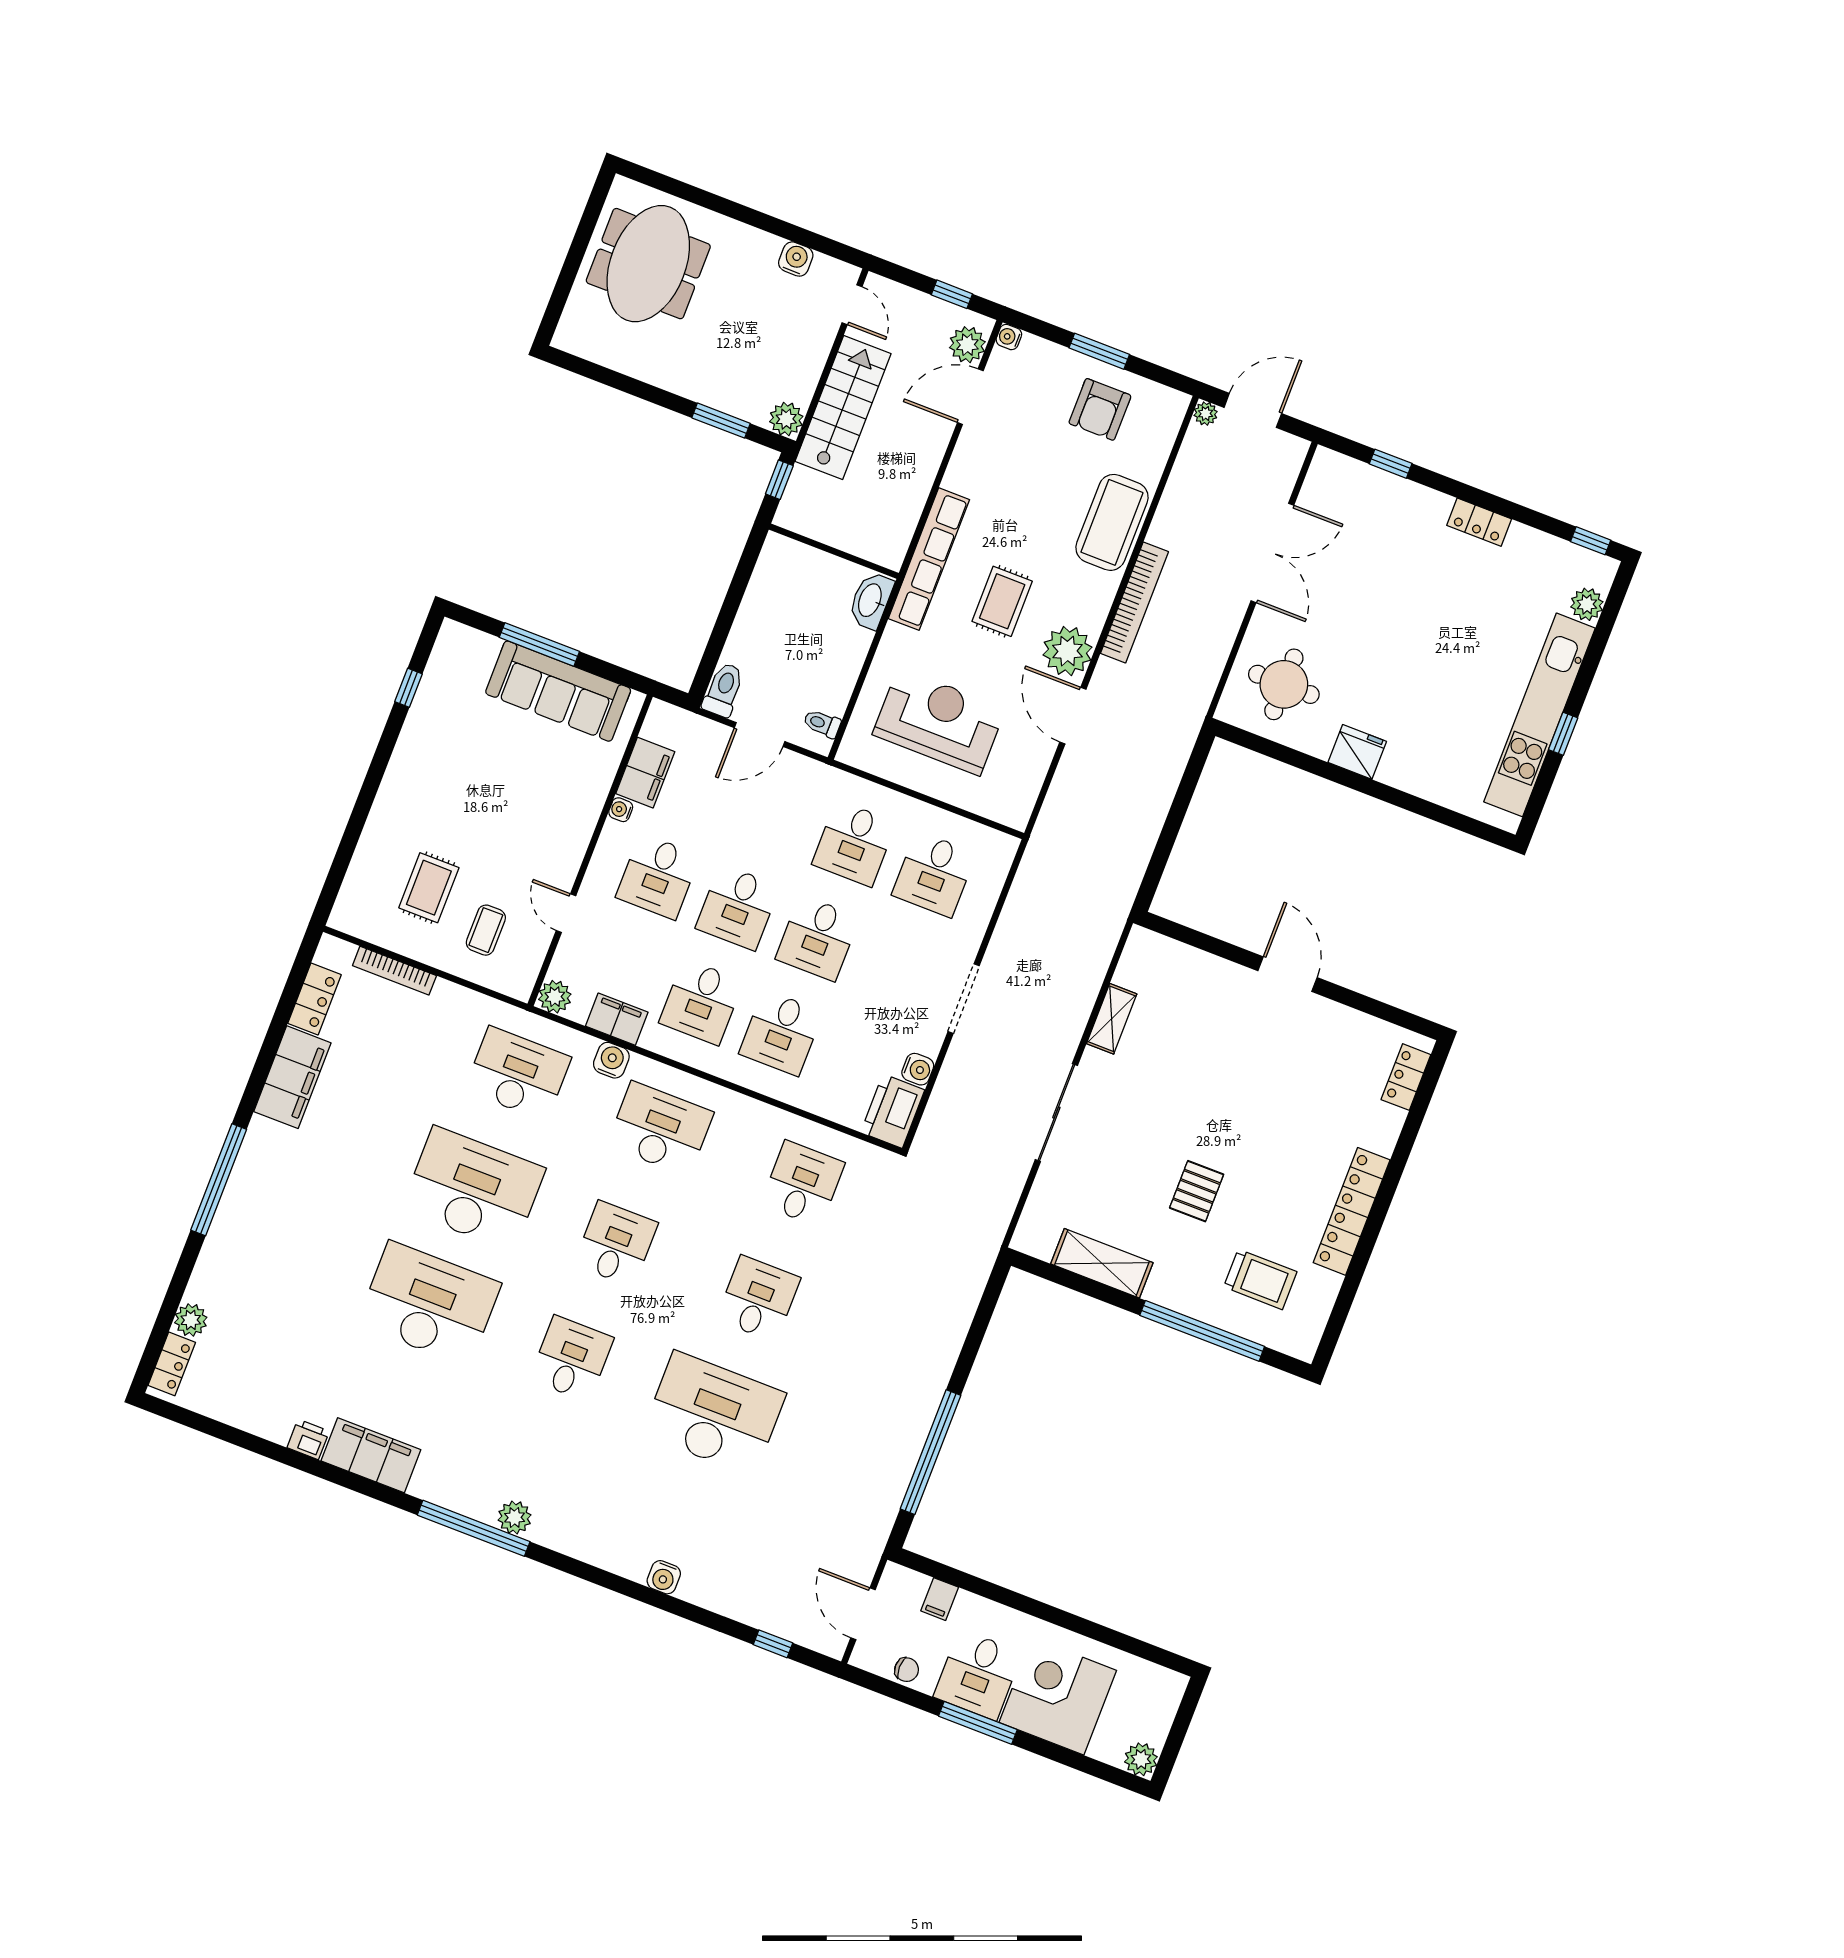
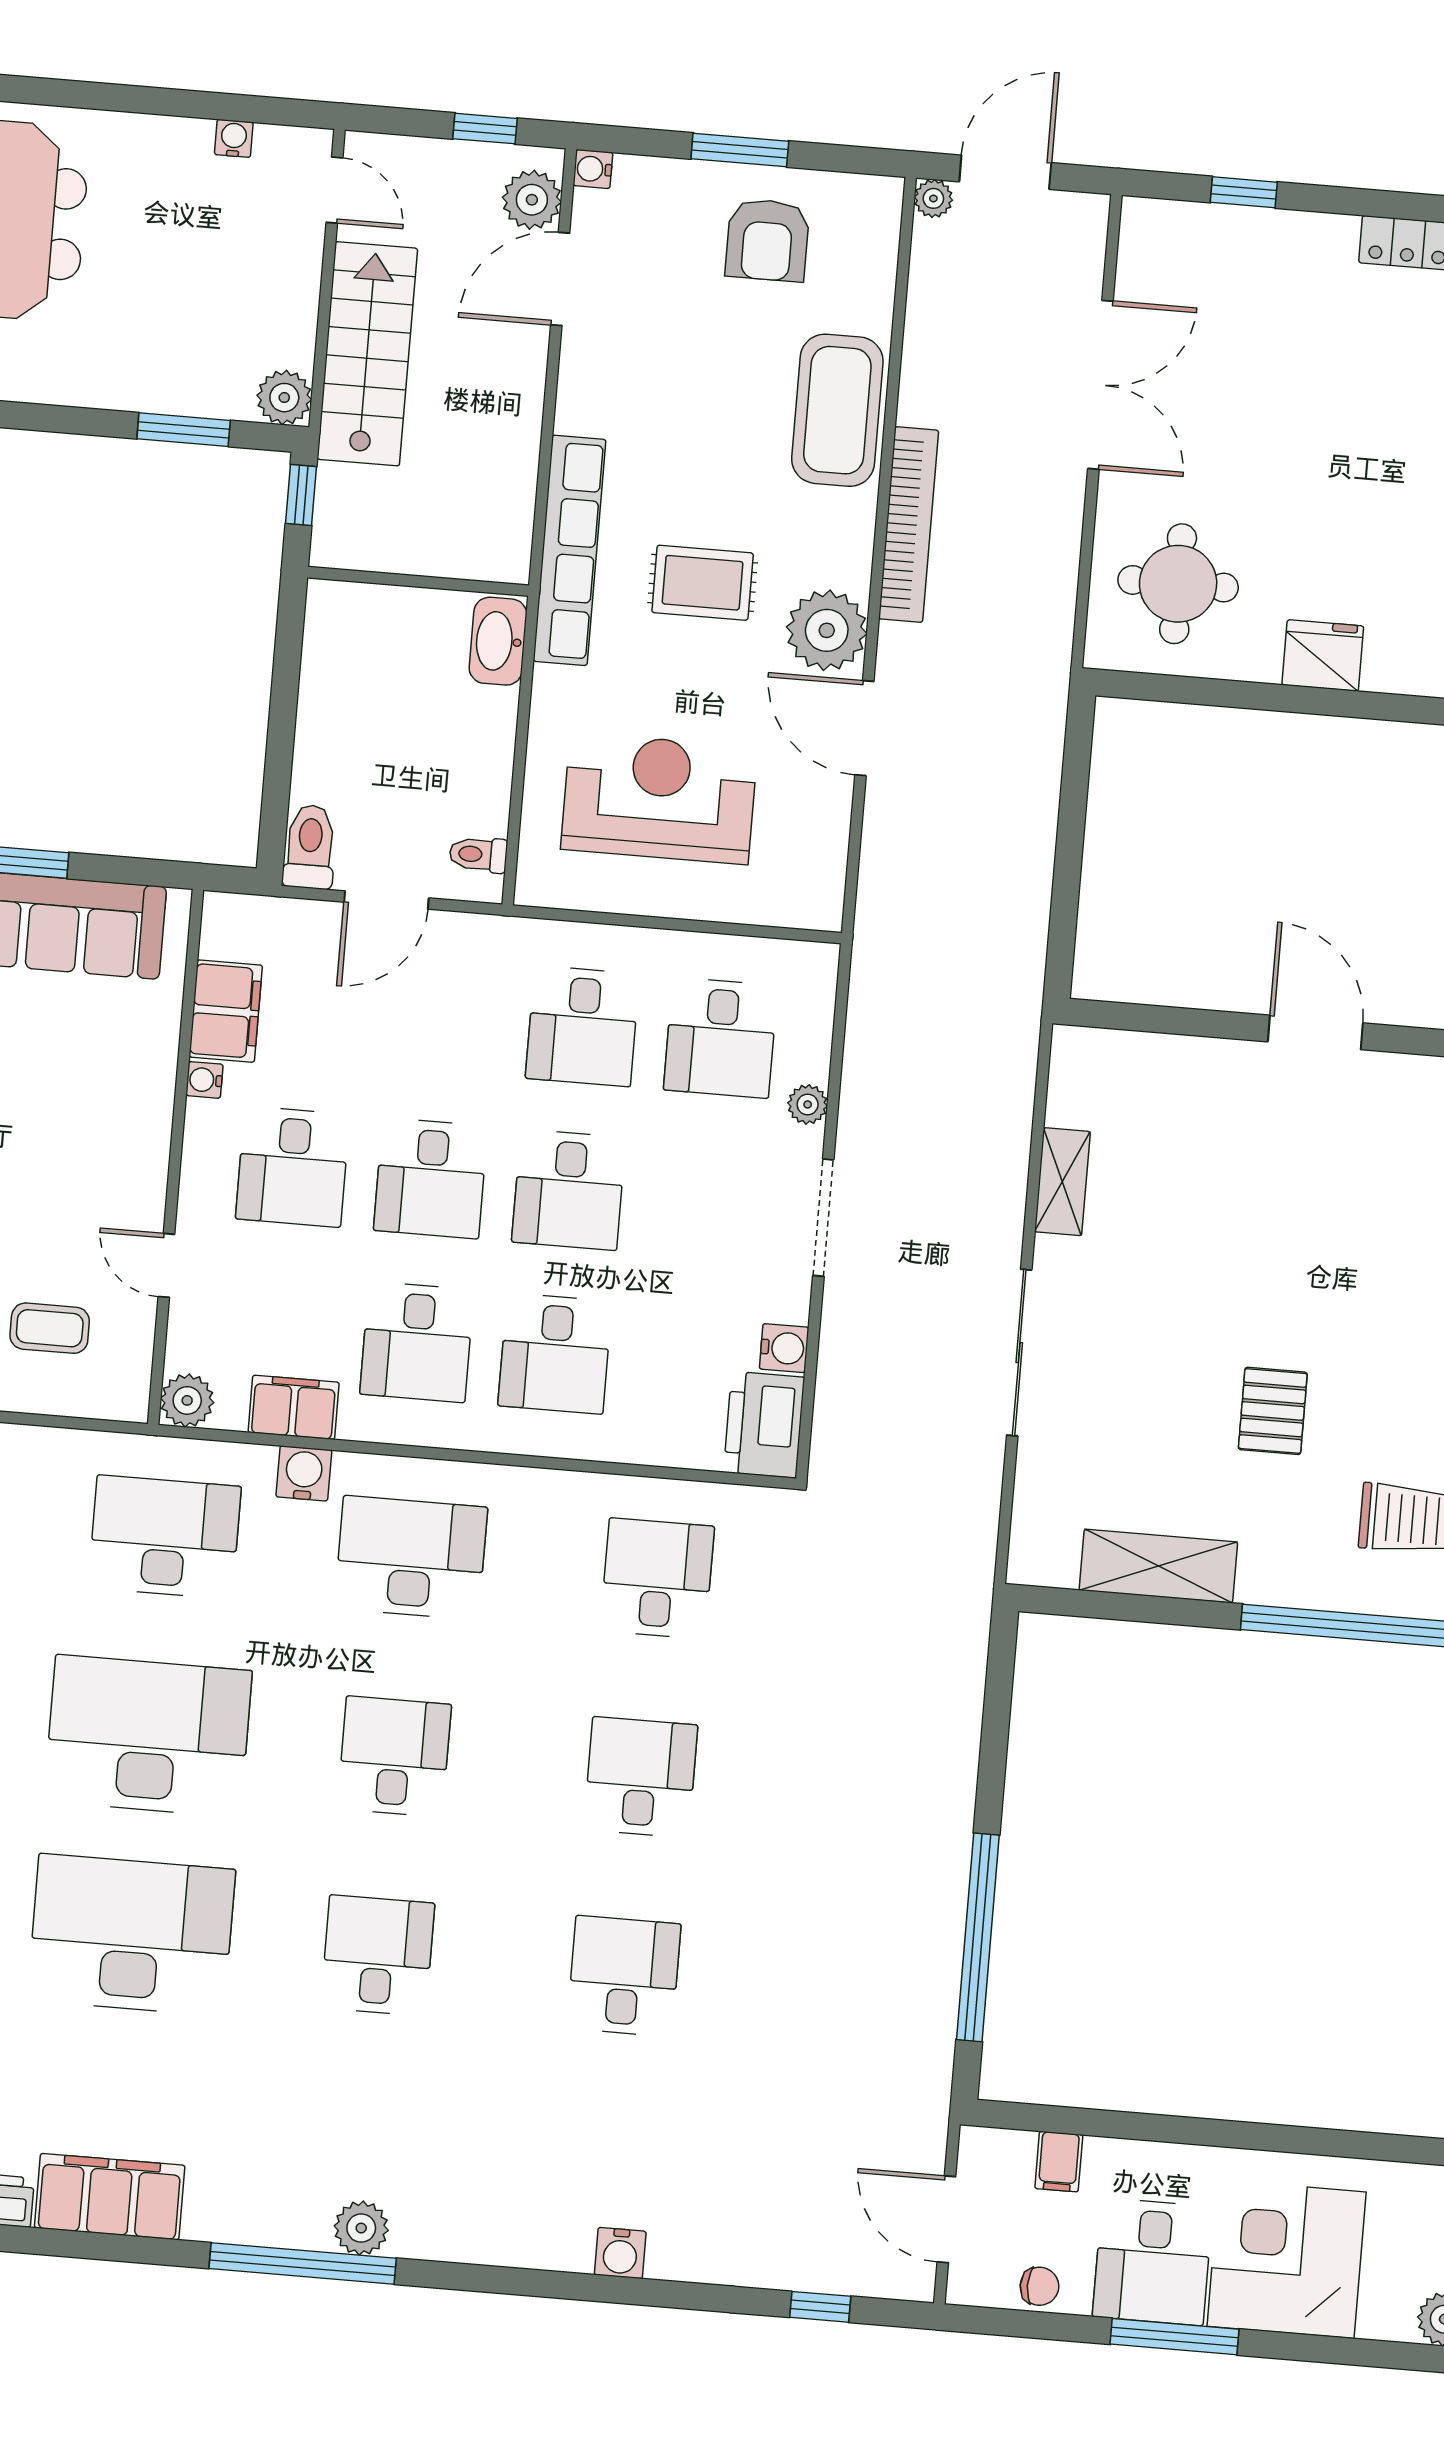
water cooler: (796, 259) -> (234, 138), width x0.72, depth x0.72
rug: (1002, 601) -> (703, 583), turned 90
plant: (974, 929) -> (808, 1104), added
coffee table: (486, 930) -> (50, 1328), turned 90
desk: (714, 1414) -> (624, 1976), width x0.53, depth x0.77

